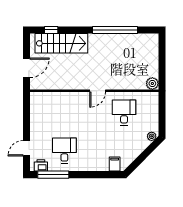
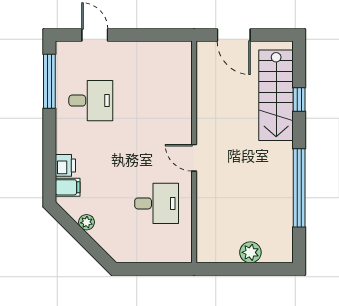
window: (51, 30) -> (299, 99), moved
plant: (152, 83) -> (250, 252), moved
plant: (152, 136) -> (87, 222), moved
printer: (41, 165) -> (65, 165), moved

